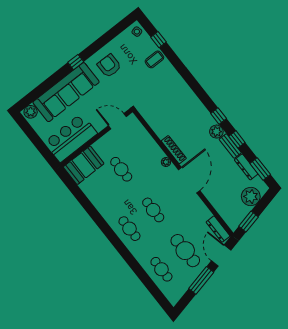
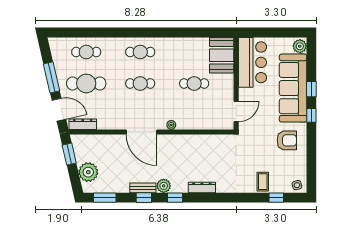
window: (56, 78) -> (311, 89), added
shoe rack: (174, 150) -> (176, 139), removed
dresser: (246, 167) -> (202, 187), moved

